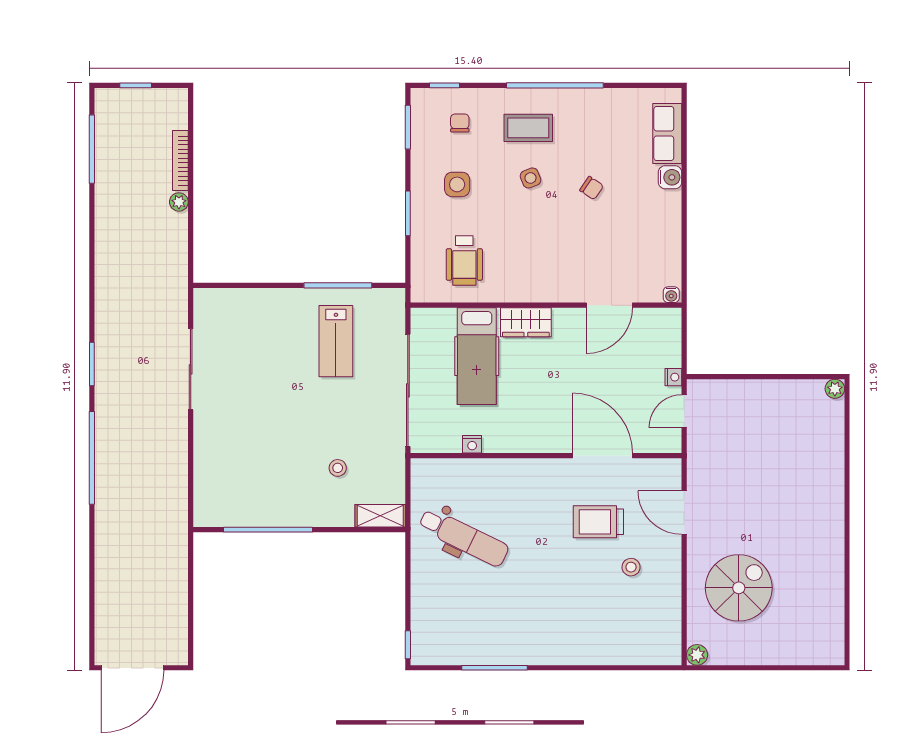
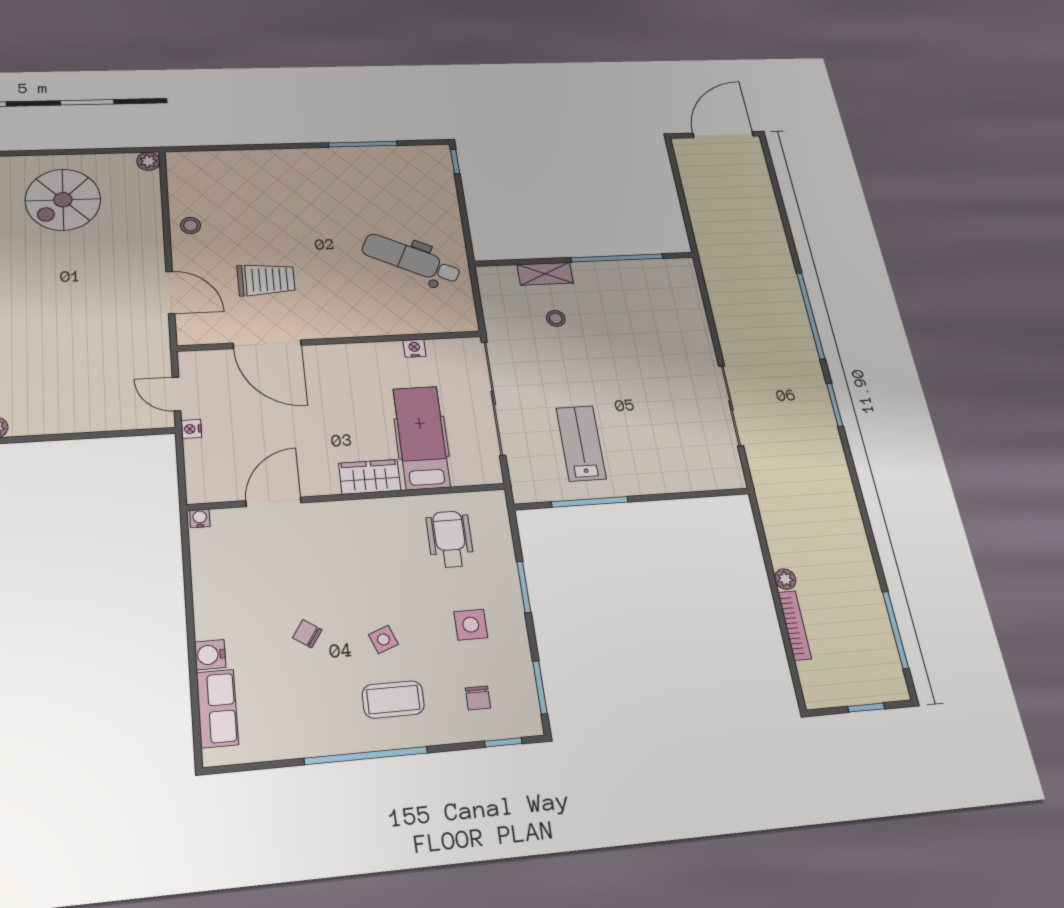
door: (684, 411) -> (176, 394), swing flipped
shelving: (380, 516) -> (545, 274), moved
stool: (631, 567) -> (190, 225), moved
spiral stairs: (739, 588) -> (63, 200), moved

